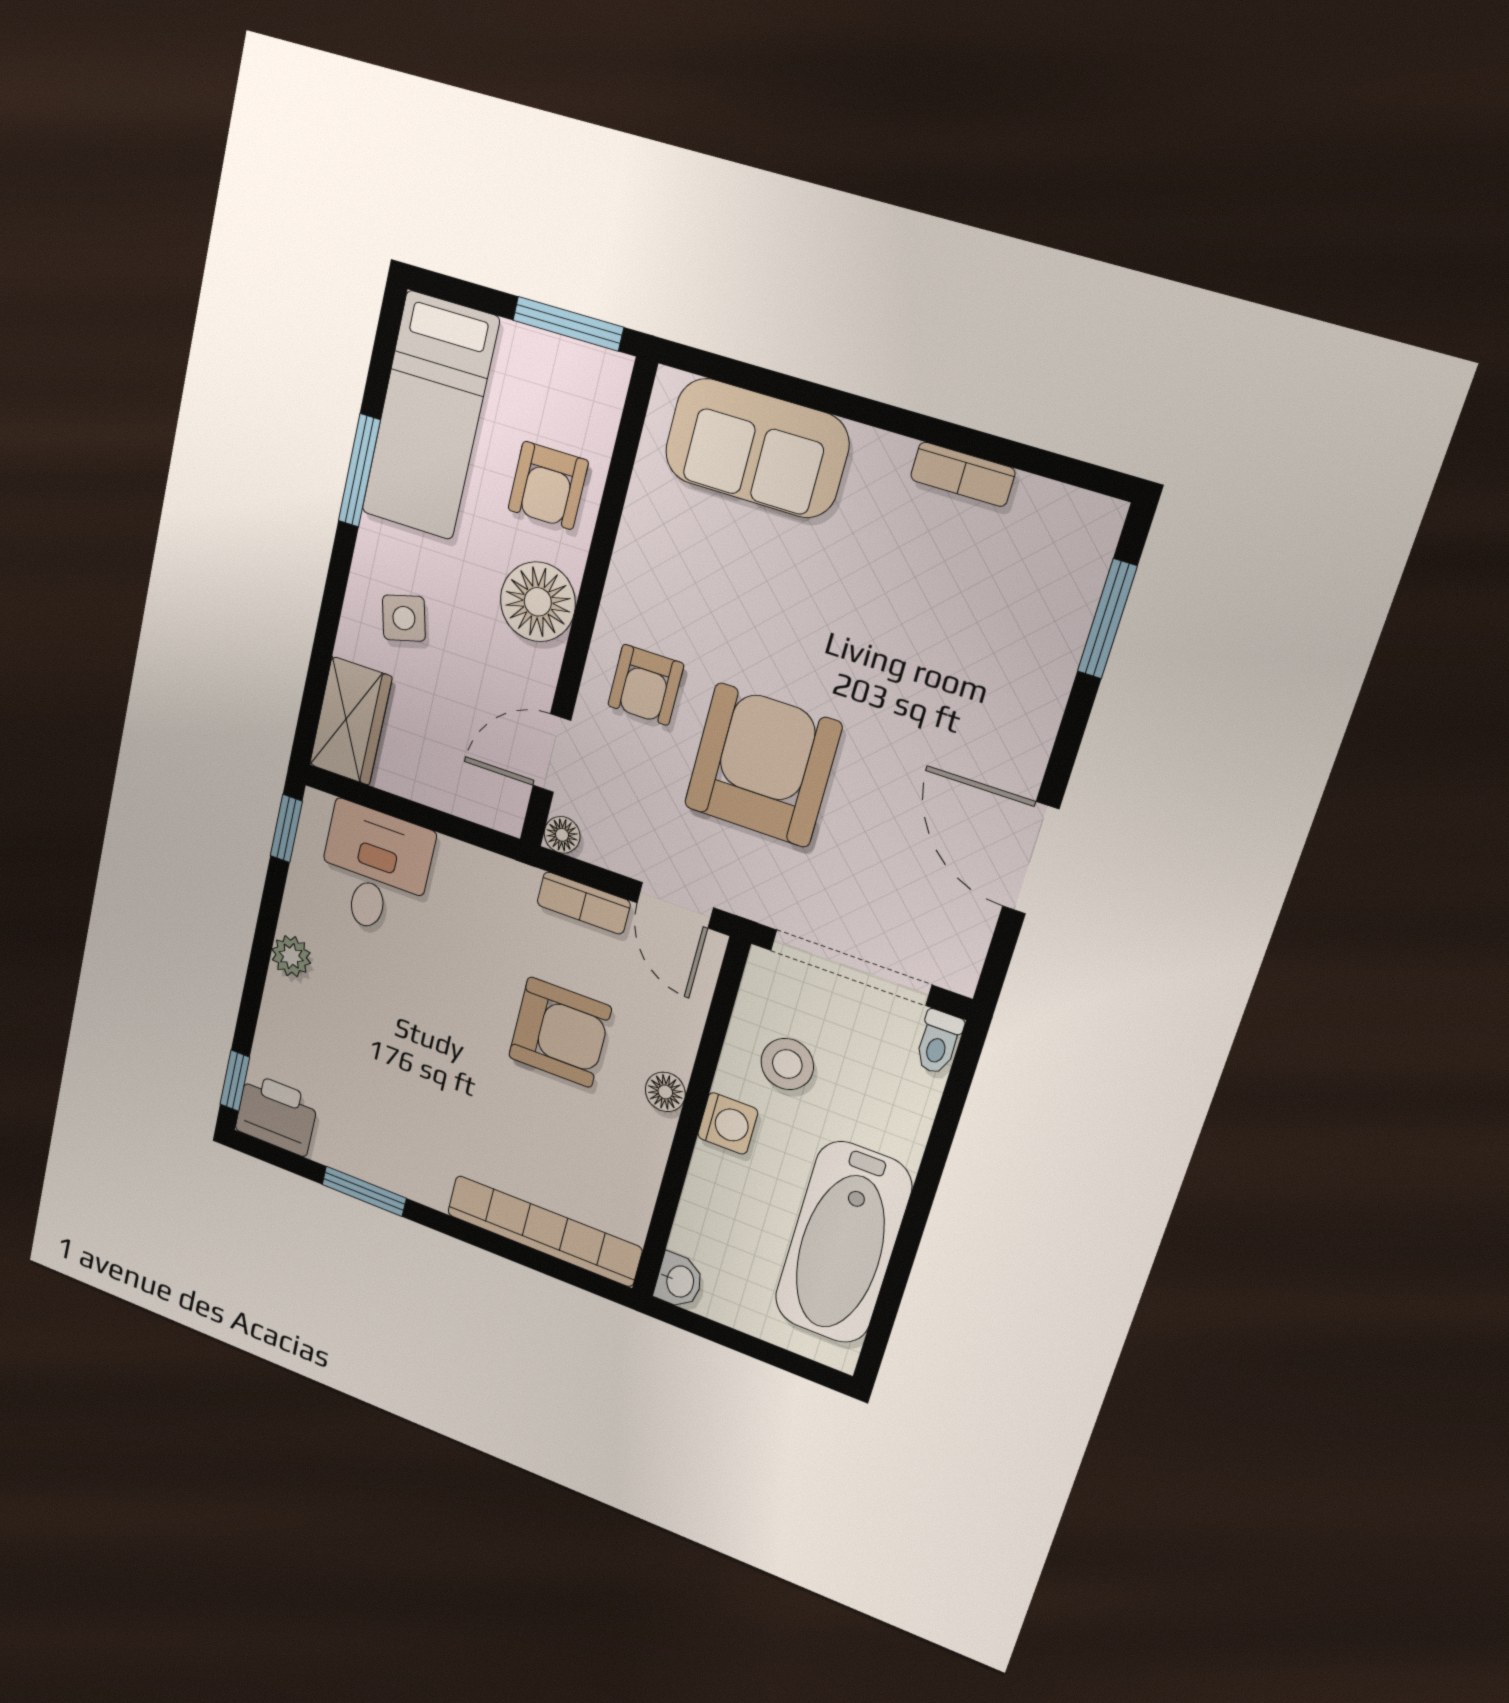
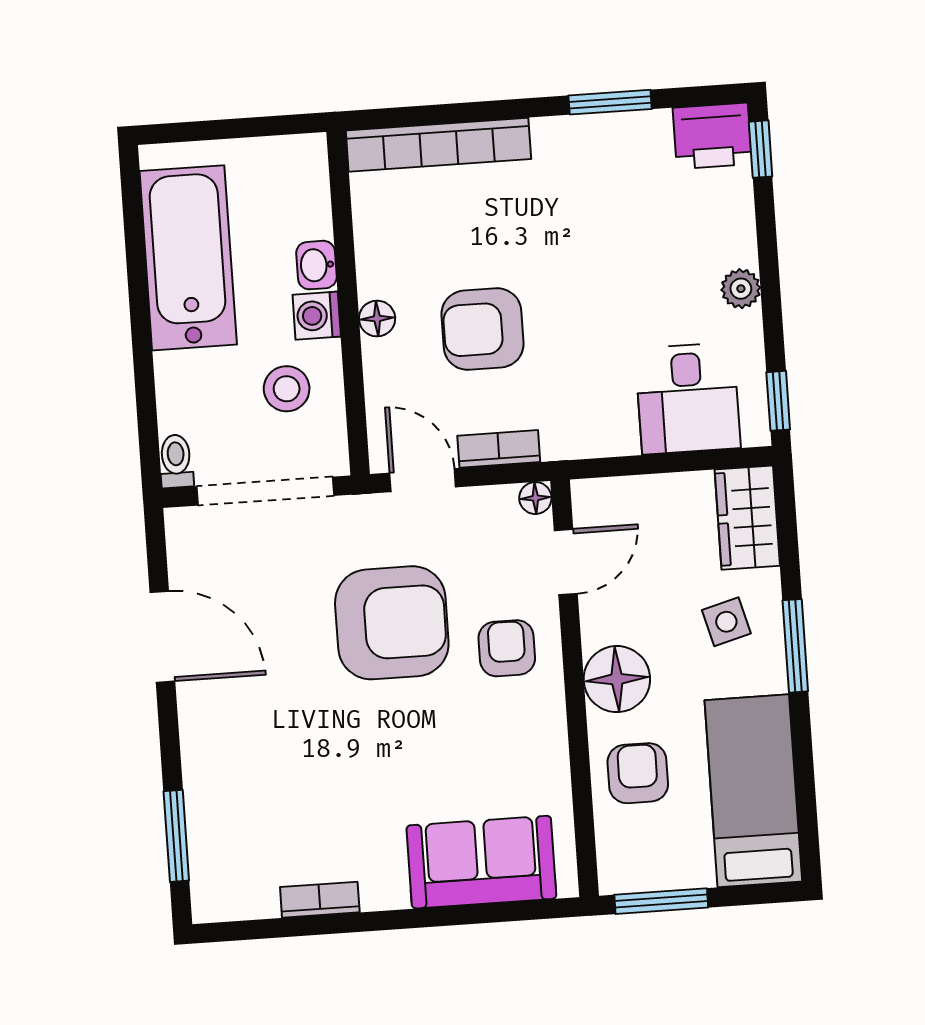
window: (359, 470) -> (795, 646), moved
armchair: (763, 765) -> (392, 623), turned -90
washbasin: (679, 1281) -> (316, 265), moved

